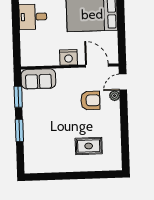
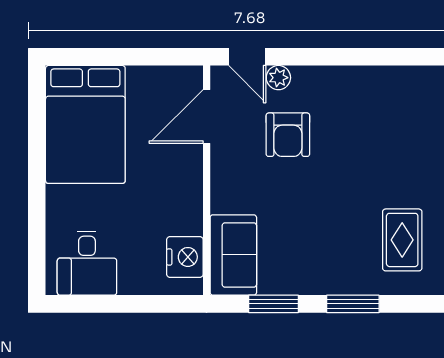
nightstand: (68, 57) -> (185, 257), moved
armchair: (90, 100) -> (288, 135), turned 180
rug: (89, 146) -> (402, 240), moved

